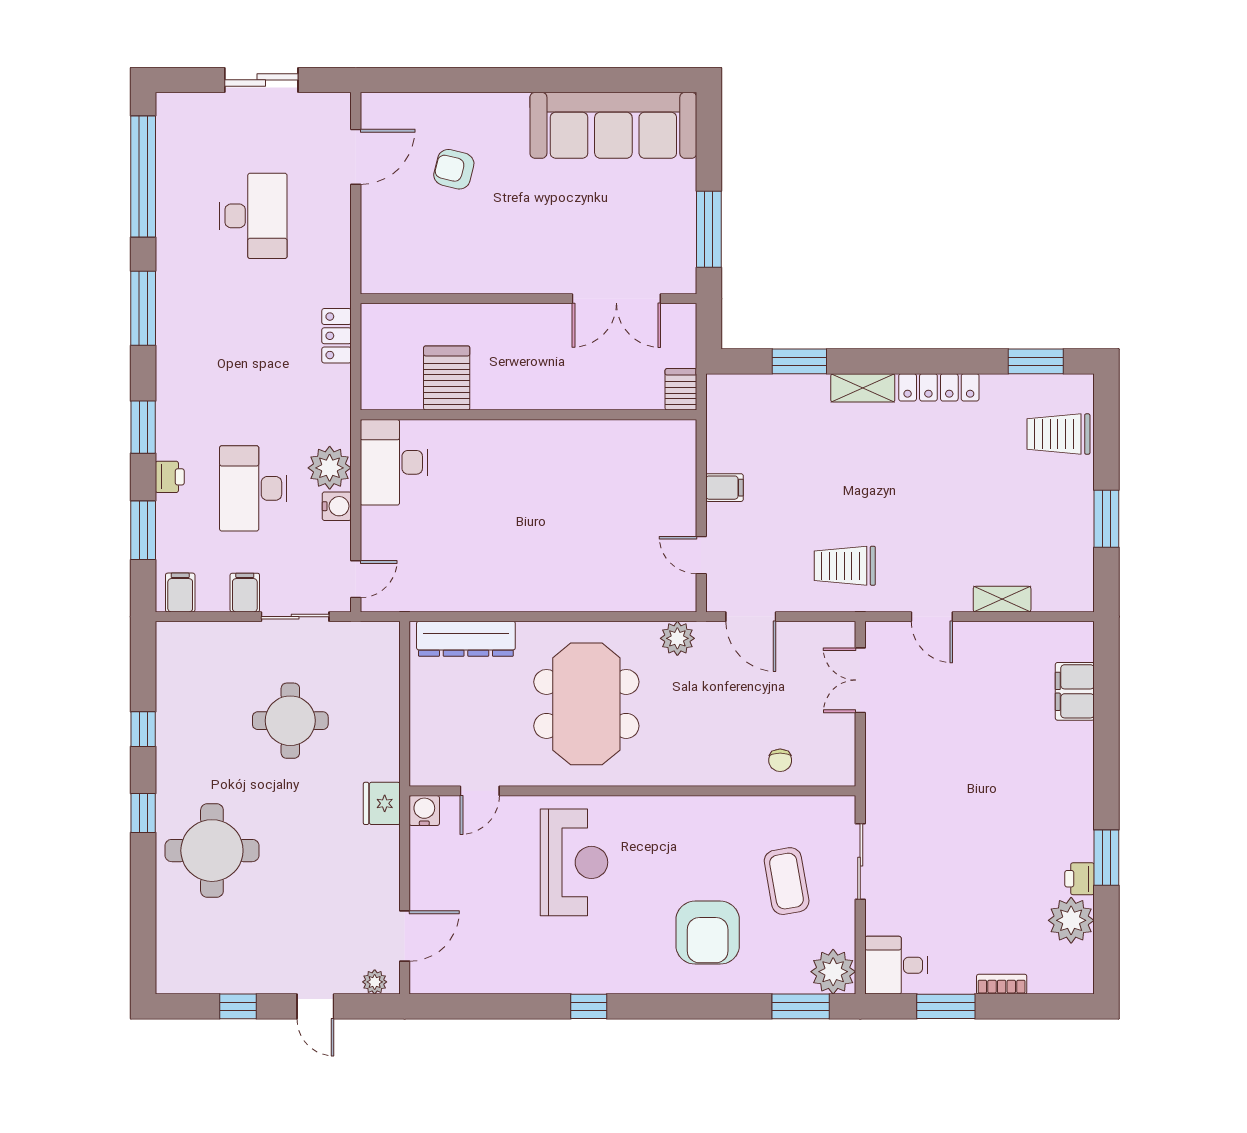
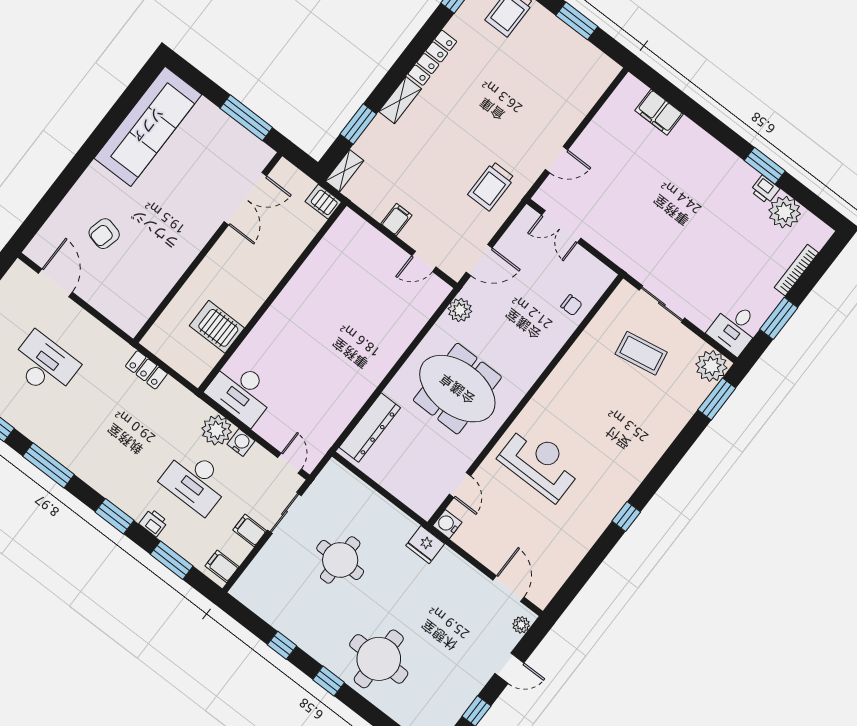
shelving: (1002, 599) -> (345, 171), moved
armchair: (708, 933) -> (636, 419), removed
bookcase: (1002, 984) -> (796, 270), width x1.56

